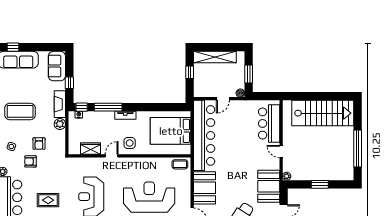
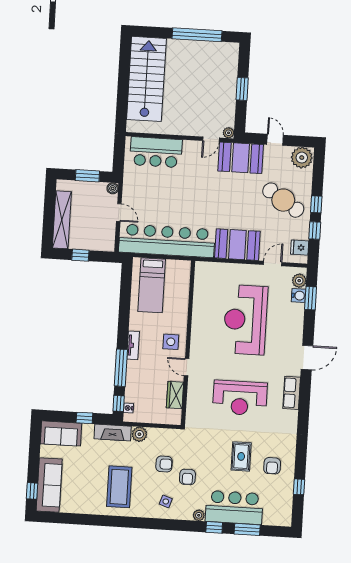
bed: (171, 131) -> (152, 285), width x0.67
door: (281, 152) -> (211, 139), moved
coffee table: (180, 164) -> (204, 276), removed

